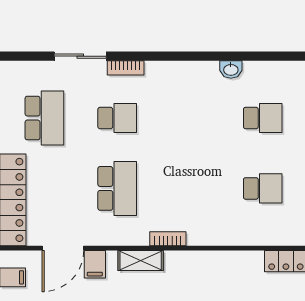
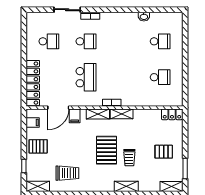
school desk: (44, 118) -> (49, 41), width x0.54
shelving: (187, 260) -> (122, 114), added

